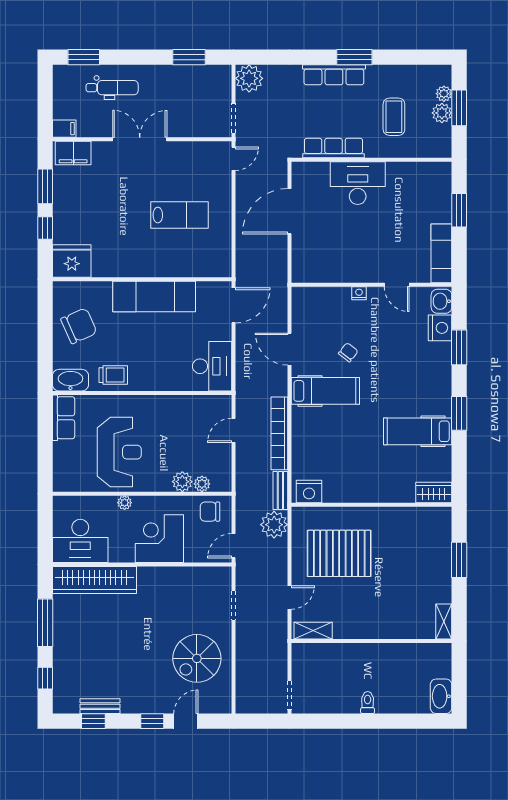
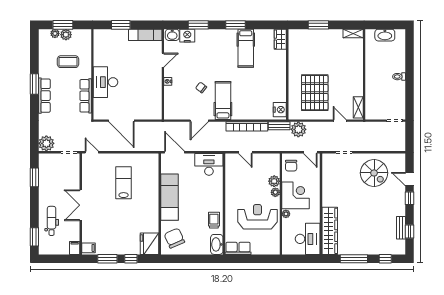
filing cabinet: (73, 153) -> (88, 248), width x0.50
chair: (79, 326) -> (174, 238), moved
plant: (202, 484) -> (275, 192), moved
corner desk: (159, 539) -> (296, 195), moved, turned 180
washbasin: (441, 696) -> (385, 35), moved

